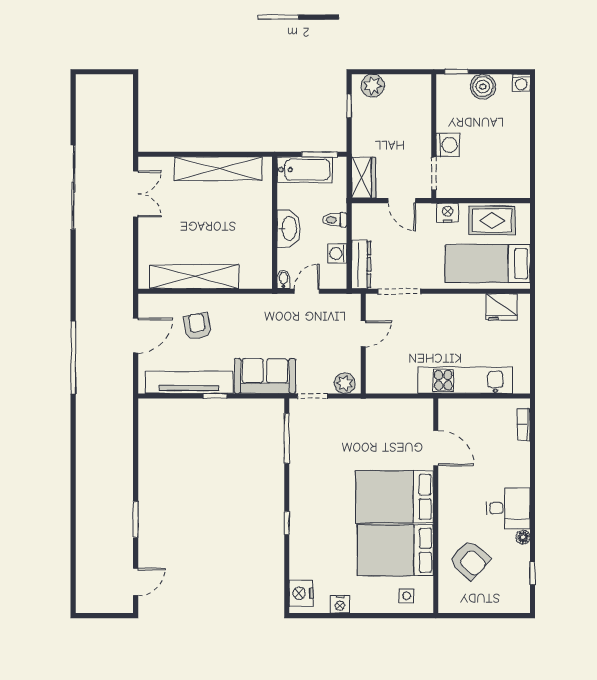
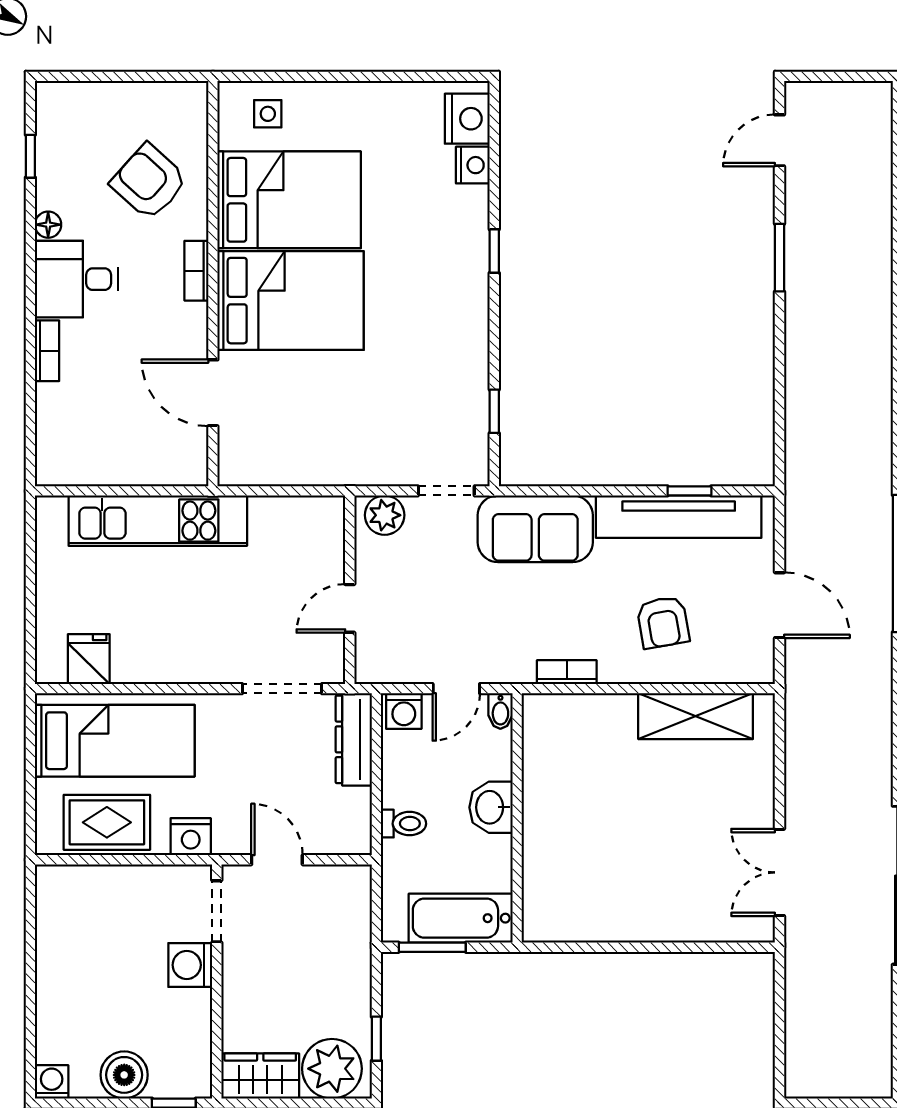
plant: (373, 86) -> (332, 1069), width x1.36, depth x1.36
shelving: (218, 169) -> (624, 920), removed
wardrobe: (364, 178) -> (260, 1076), moved, turned 90
washbasin: (288, 228) -> (491, 807), width x0.72
washing machine: (337, 254) -> (404, 711), moved, turned 90
shelving: (194, 277) -> (696, 716), width x0.68
bookcase: (248, 300) -> (567, 672), added
fridge: (502, 307) -> (89, 659), width x0.72
door: (136, 335) -> (779, 605), swing flipped
window: (215, 396) -> (689, 491), moved
bookcase: (524, 425) -> (47, 351), moved
window: (287, 438) -> (494, 411), width x0.46
bookcase: (445, 513) -> (196, 271), added
nightstand: (340, 604) -> (473, 165), moved, turned 90

